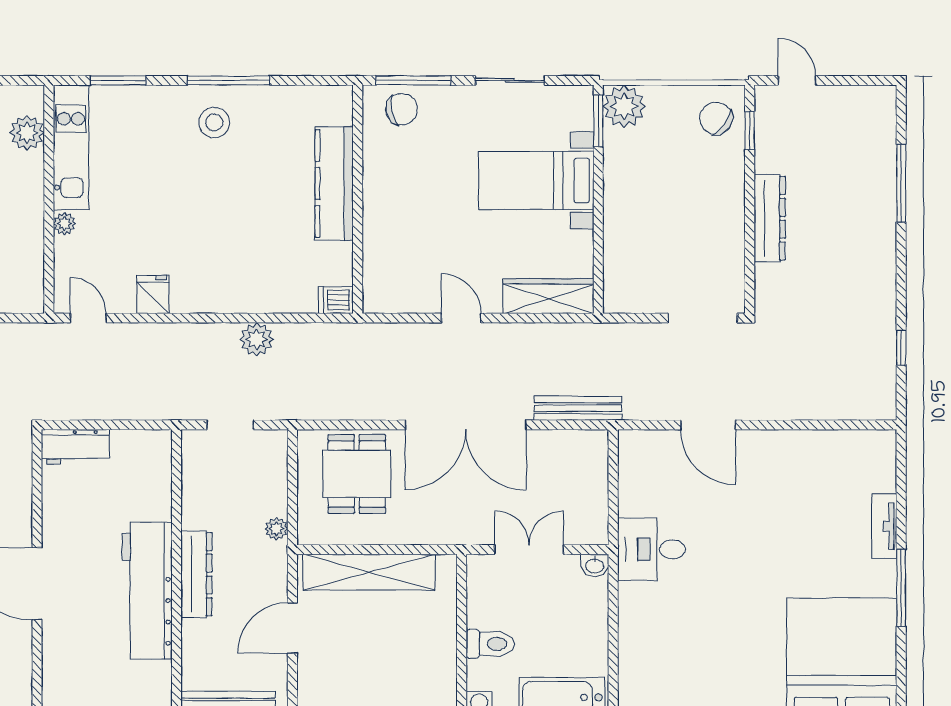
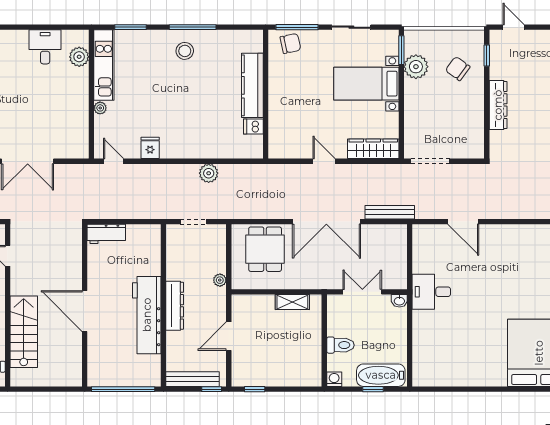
plant: (624, 106) -> (416, 67), moved
chair: (716, 118) -> (458, 69), moved
dishwasher: (336, 300) -> (253, 126), moved
doorway: (703, 318) -> (430, 161), moved
shelving: (369, 572) -> (292, 302), width x0.45, depth x0.75

